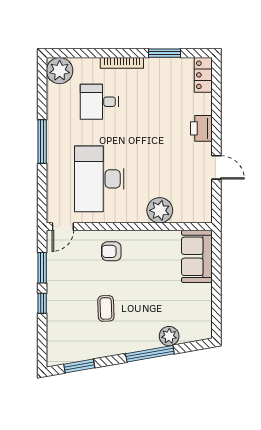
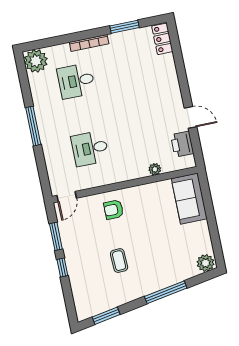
printer: (201, 128) -> (182, 144), moved
desk: (99, 179) -> (90, 148), width x0.53, depth x0.77
plant: (160, 210) -> (155, 169), width x0.53, depth x0.53
plant: (169, 336) -> (206, 263), moved

